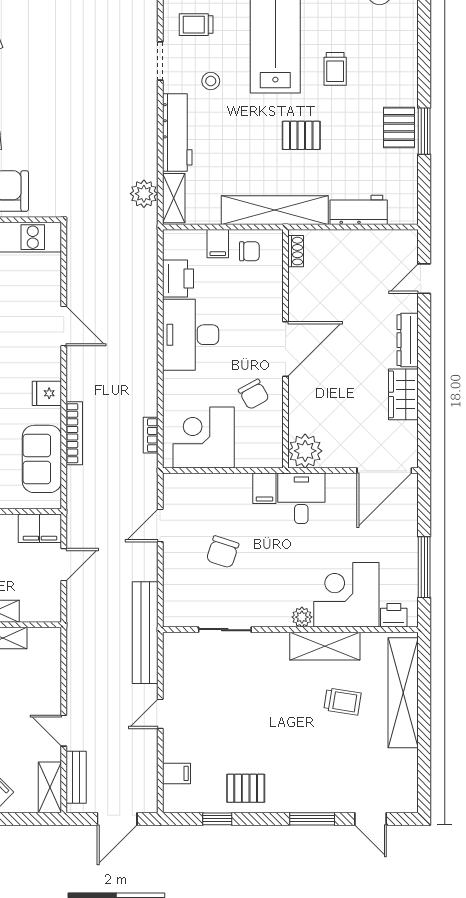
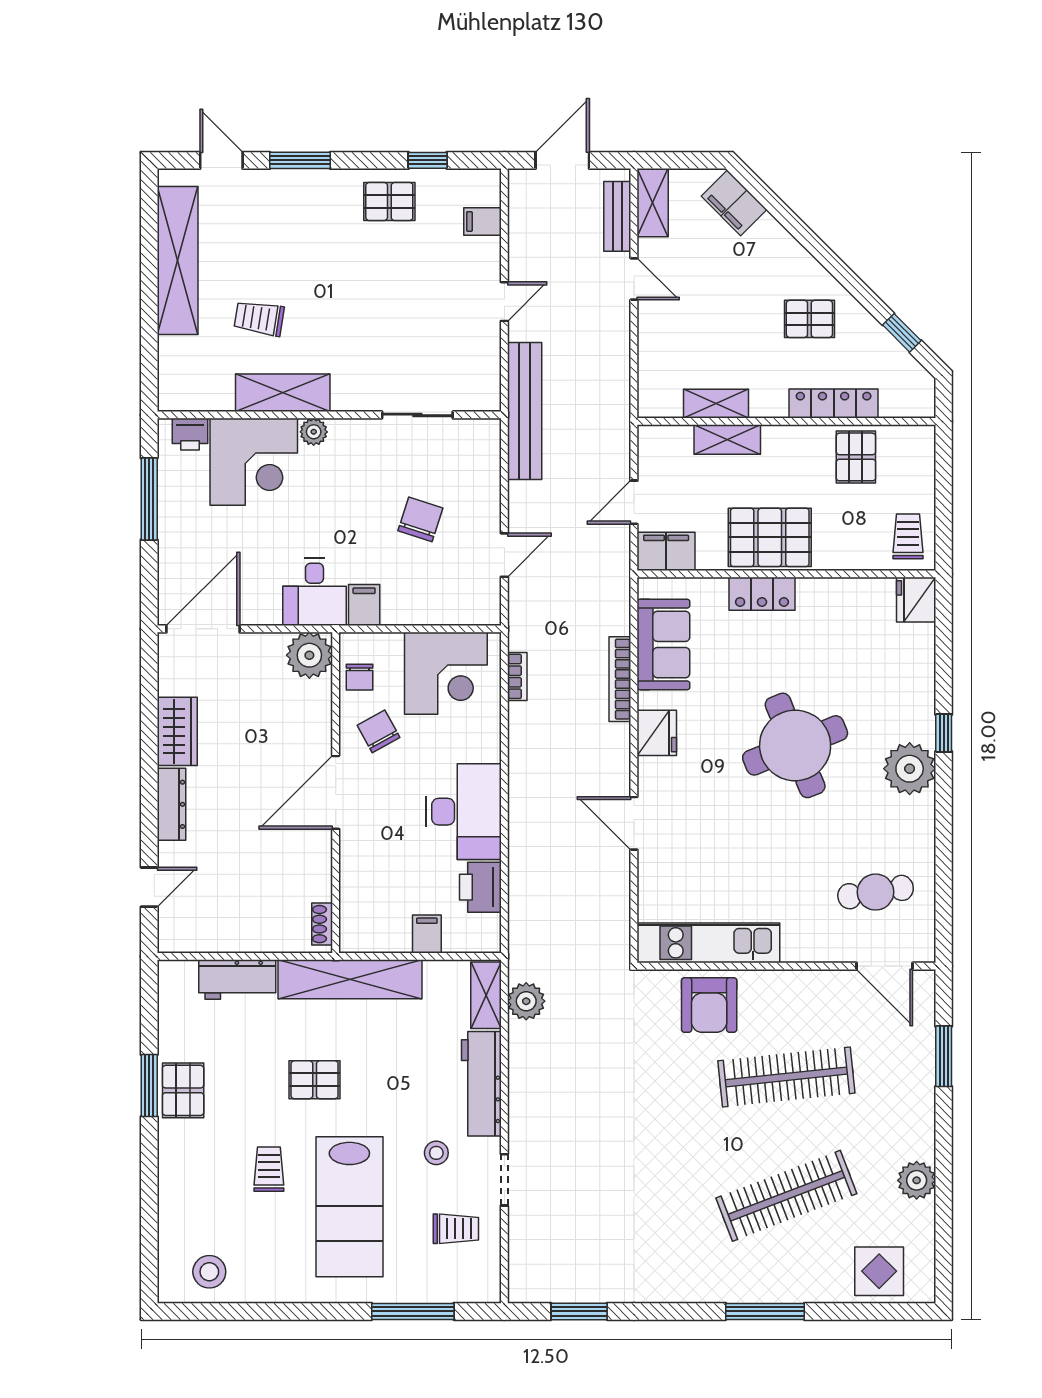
chair: (249, 251) -> (359, 677), moved, turned -90
fridge: (47, 393) -> (657, 733), width x1.38
shelving: (403, 693) -> (178, 261), moved

